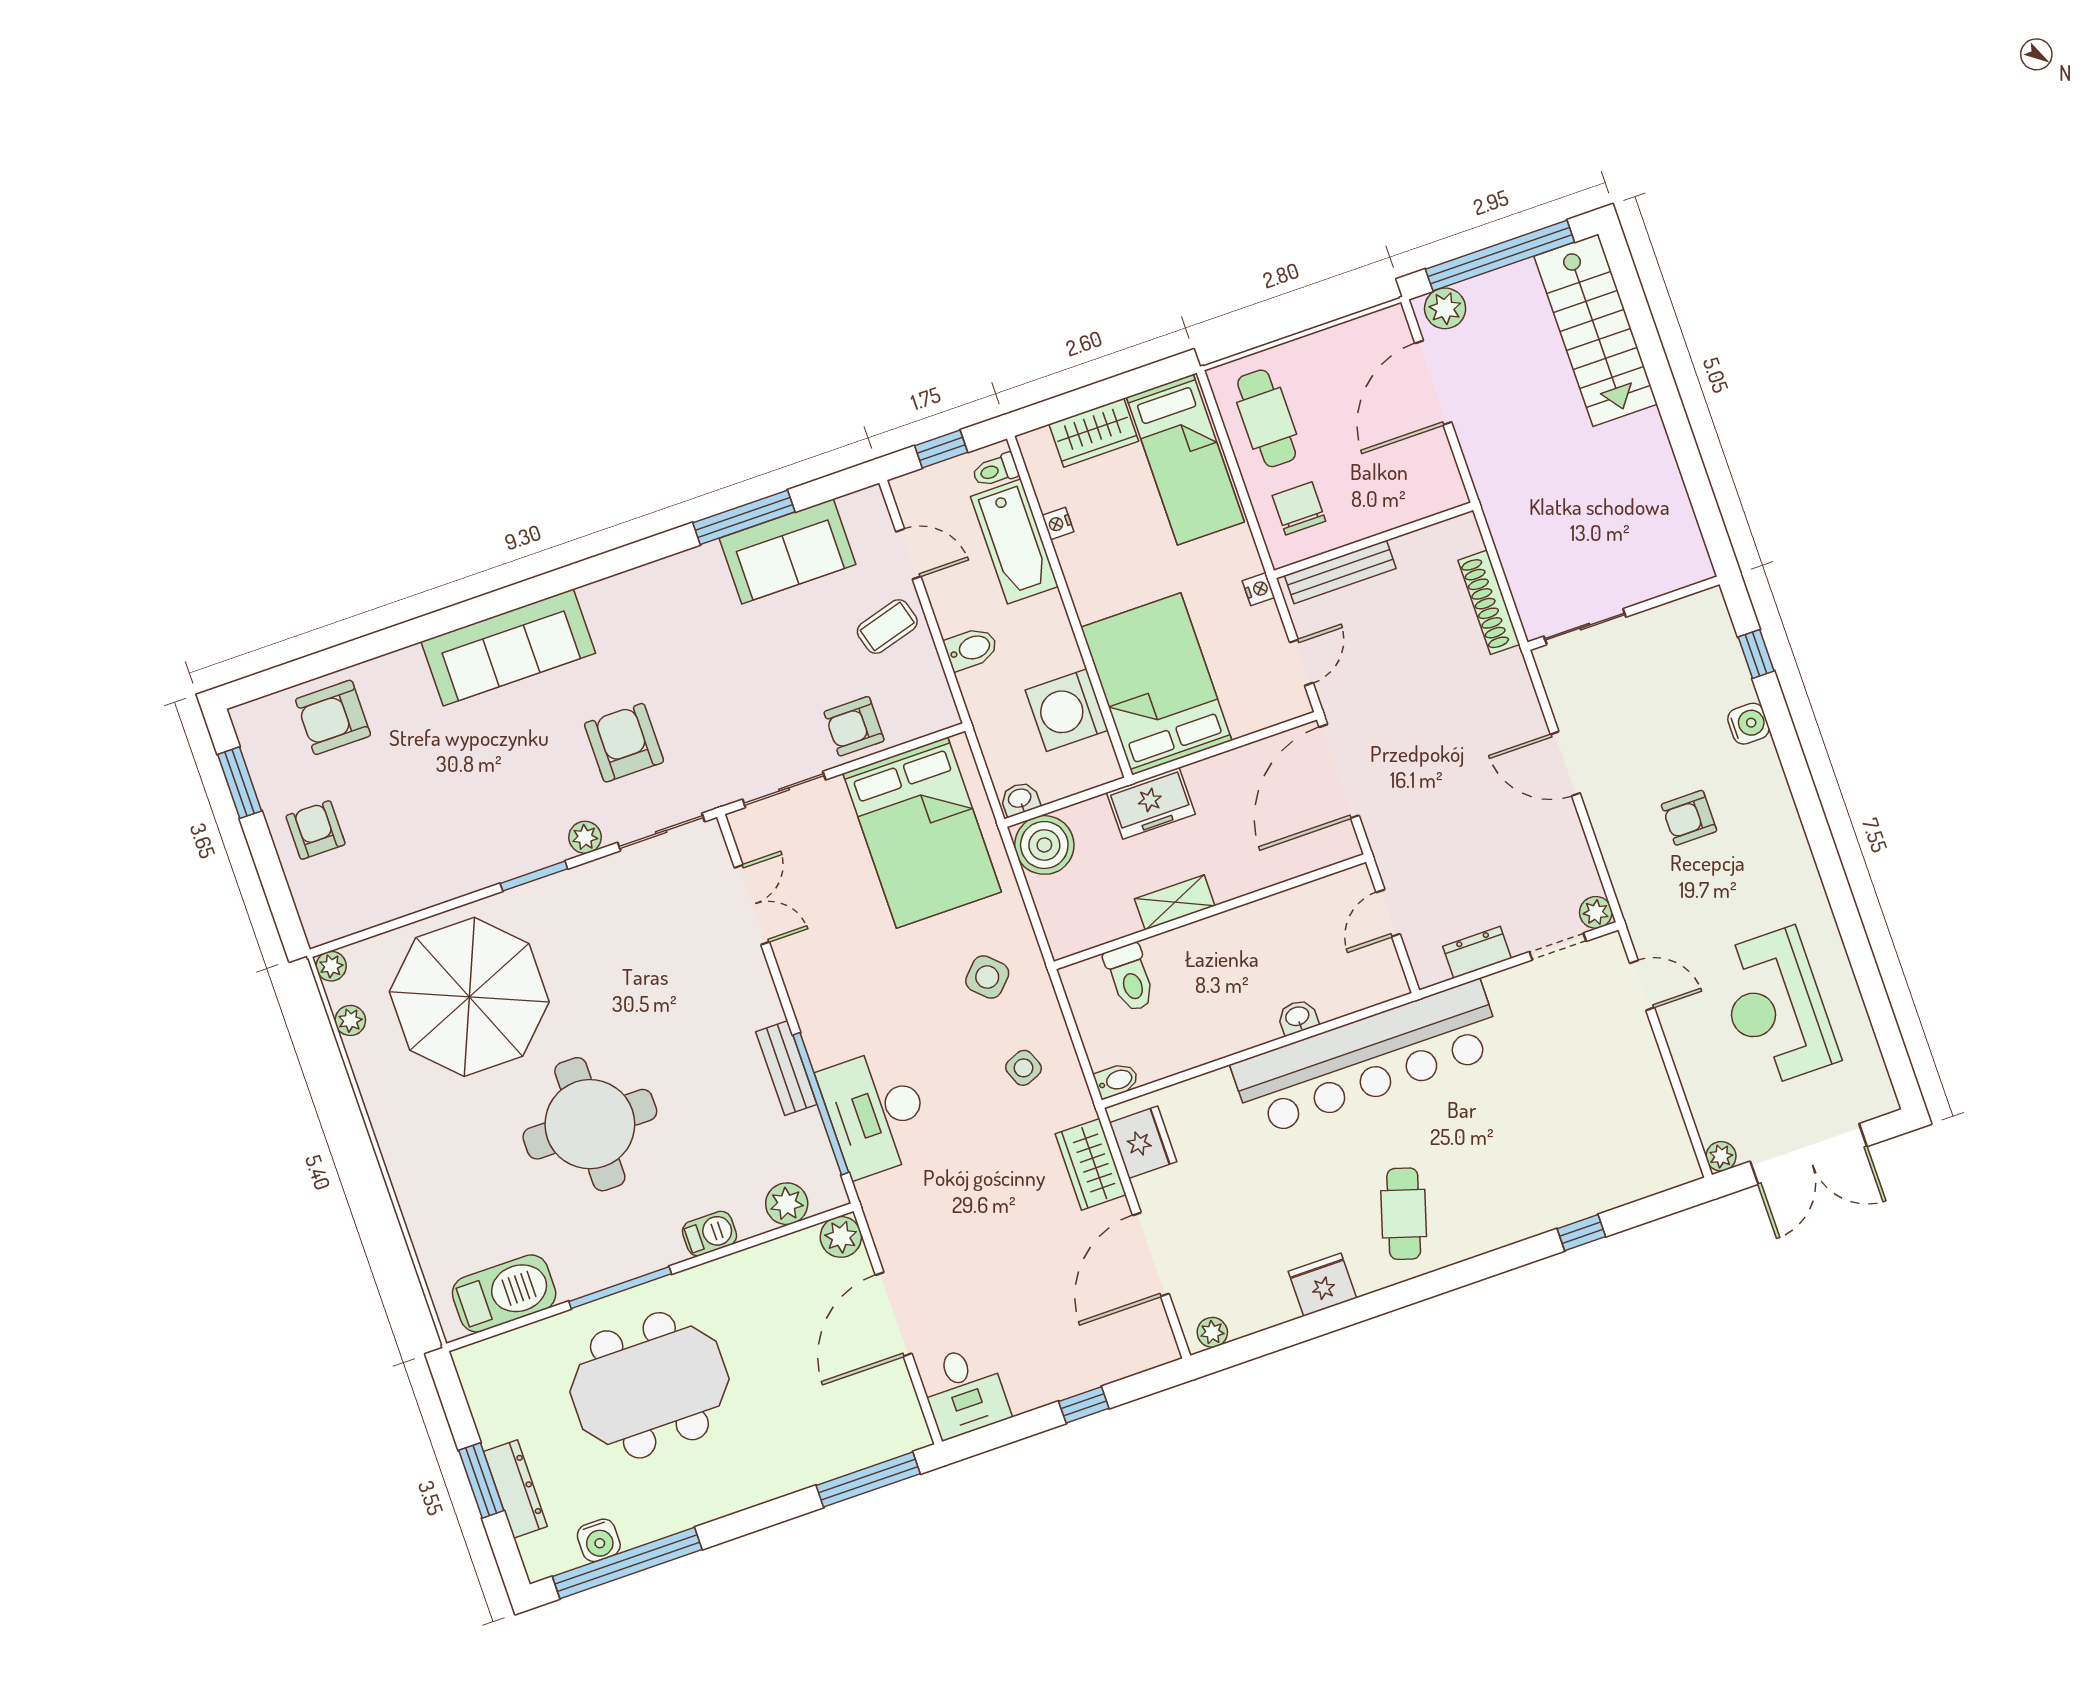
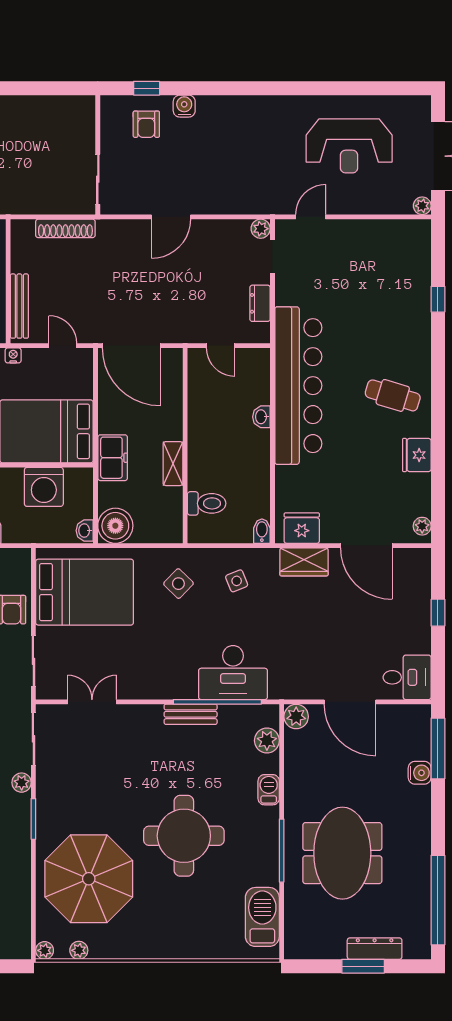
armchair: (1689, 818) -> (146, 124), moved
water cooler: (599, 1540) -> (420, 773), moved

